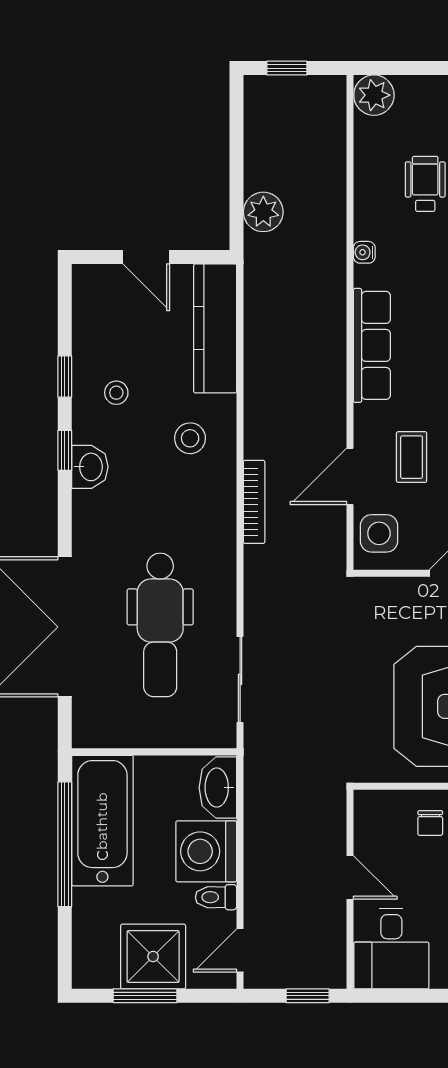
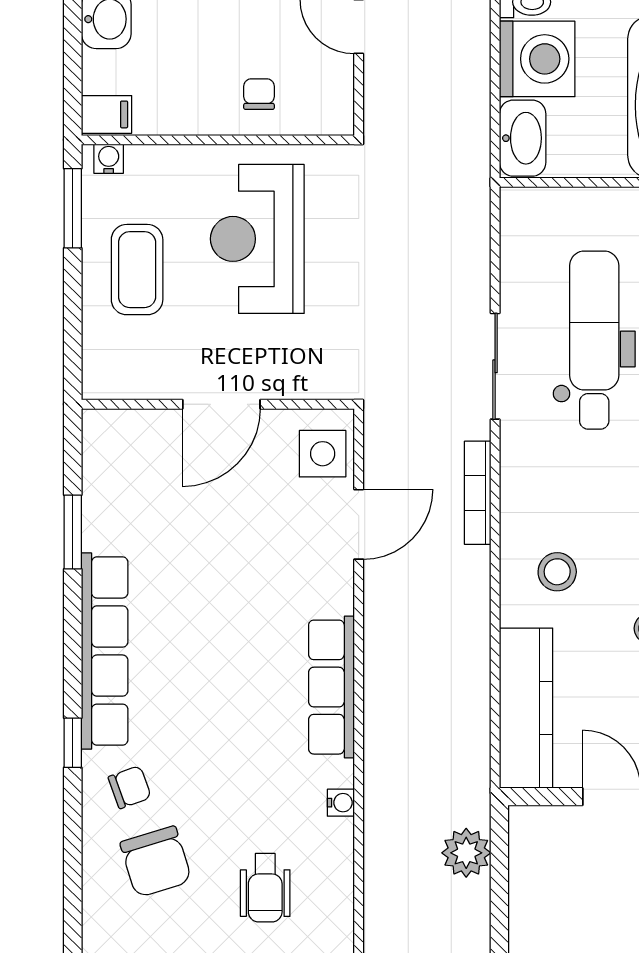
coffee table: (412, 457) -> (282, 548), removed
sliding door: (240, 679) -> (495, 366), moved

